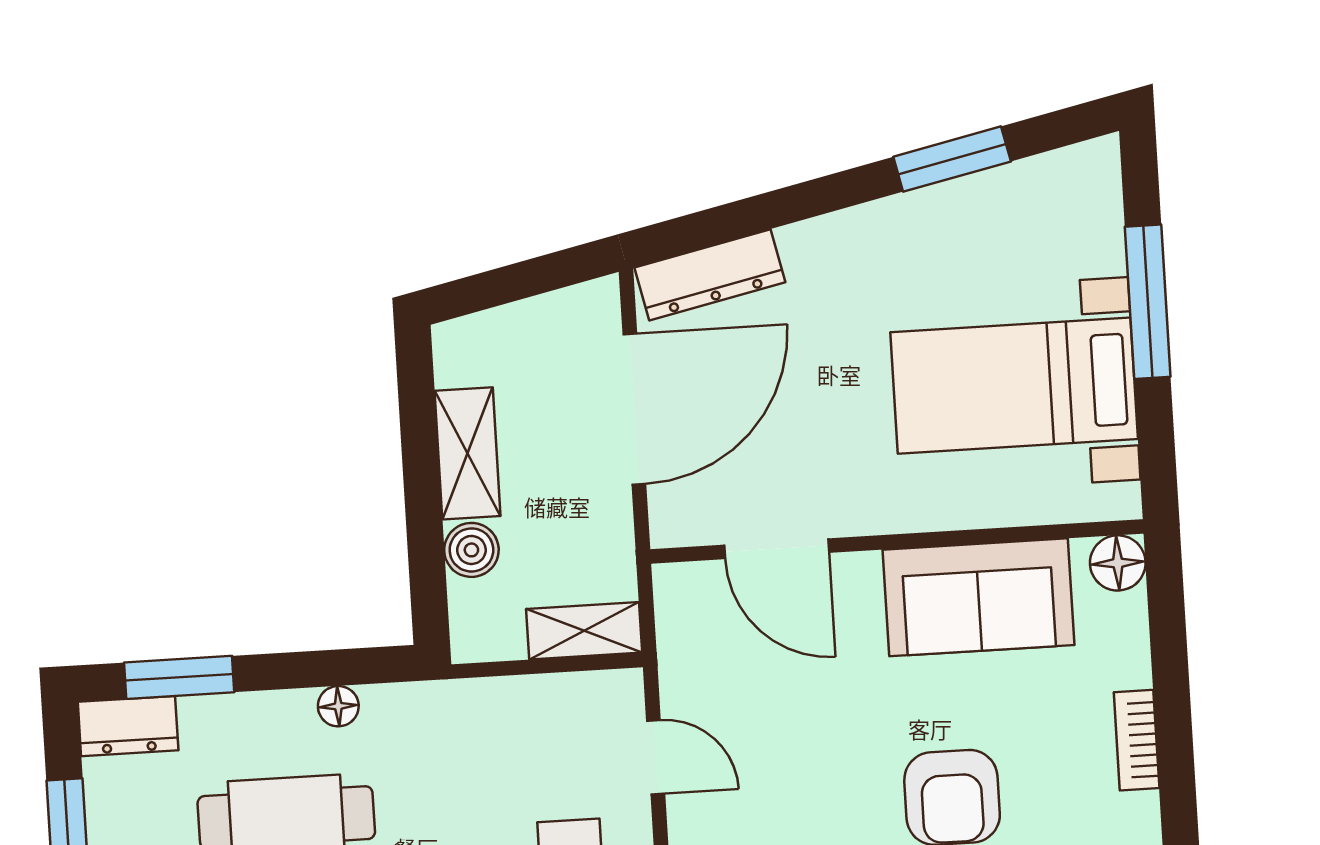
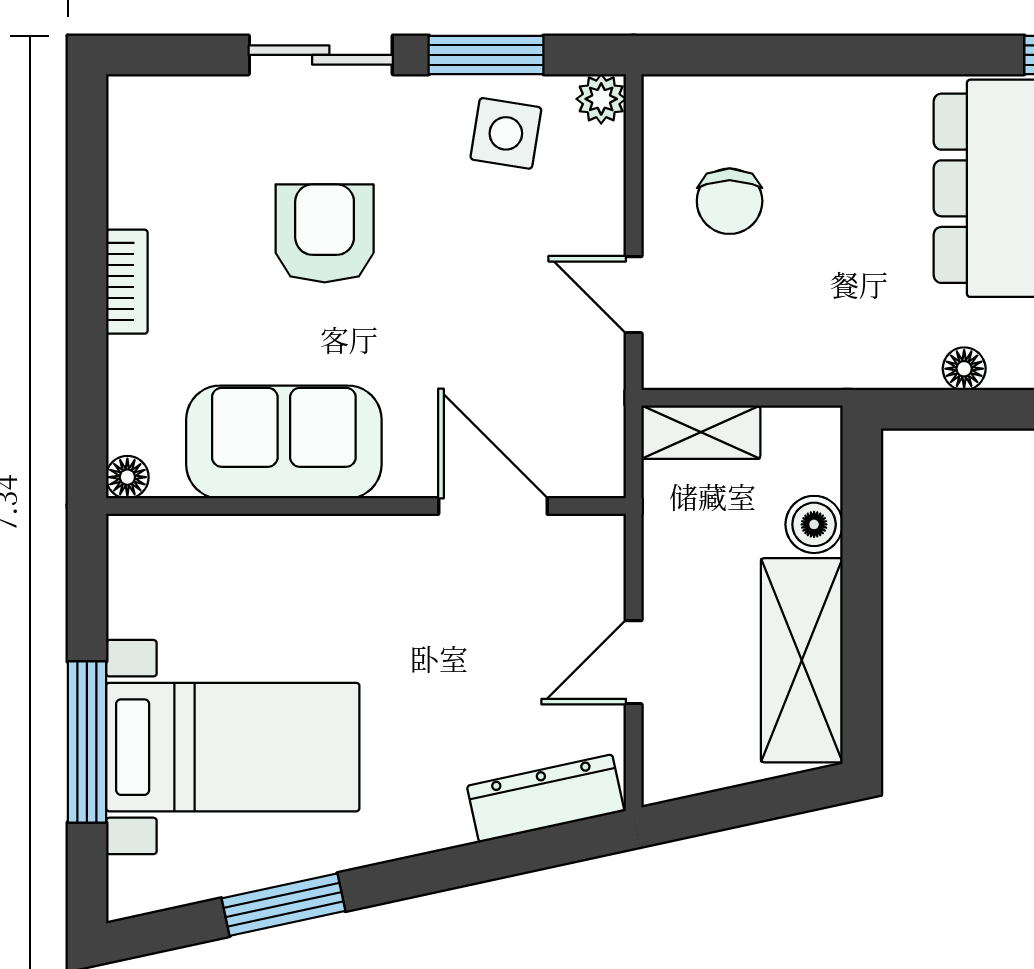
bed with nightstands: (1014, 386) -> (233, 747), moved
door: (634, 409) -> (634, 662), width x0.53
shelving: (467, 453) -> (802, 660), width x1.50, depth x1.33
floor lamp: (1118, 563) -> (127, 477), width x0.73, depth x0.73

